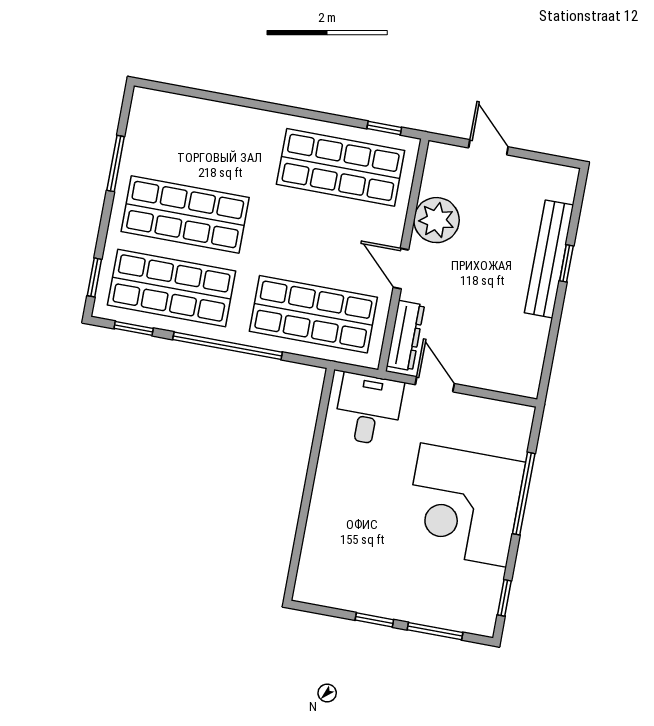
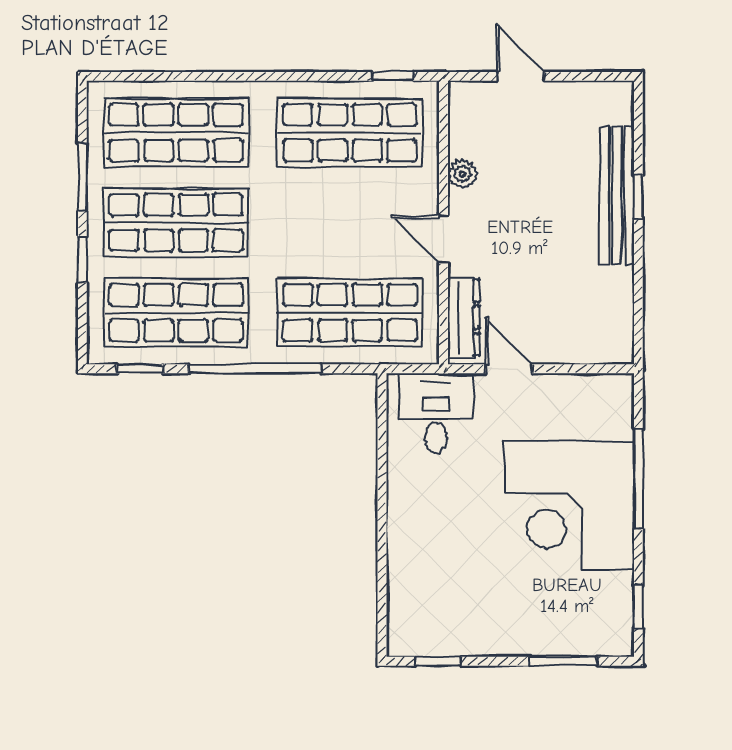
shop shelf: (199, 141) -> (176, 133), added
plant: (437, 220) -> (462, 174), width x0.53, depth x0.53
window: (94, 277) -> (82, 260), moved
window: (374, 620) -> (438, 661), moved

